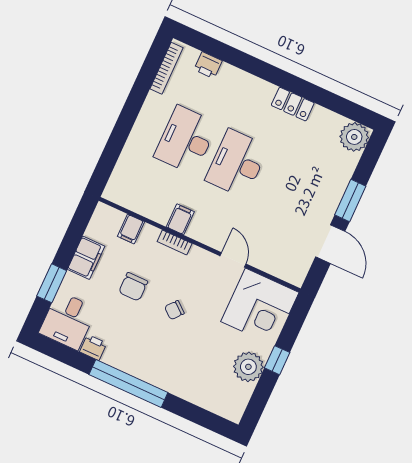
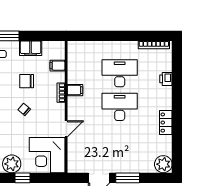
printer: (208, 65) -> (166, 79), moved

